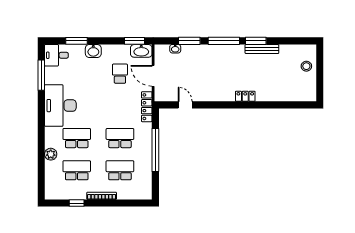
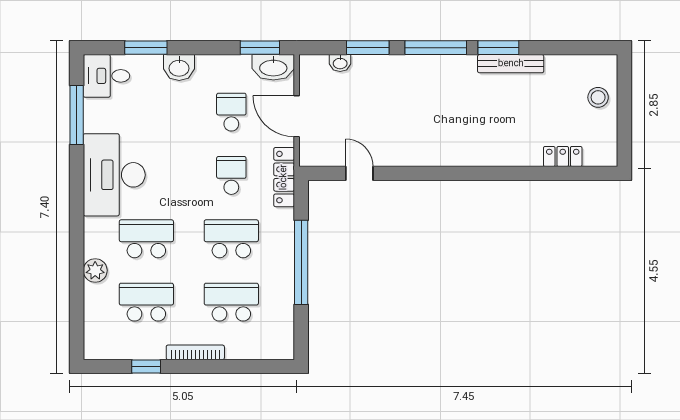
locker: (245, 96) -> (563, 156), moved
school desk: (120, 106) -> (231, 175), added

